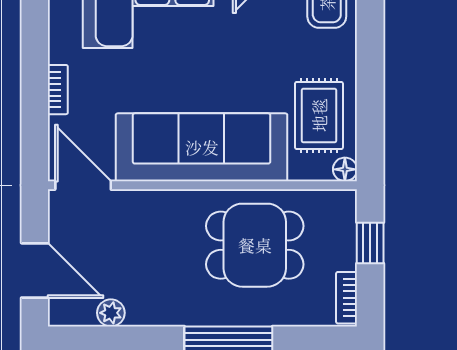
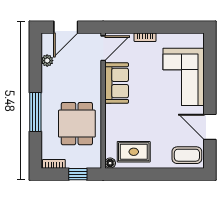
sofa: (202, 147) -> (117, 83), width x0.54, depth x0.79

